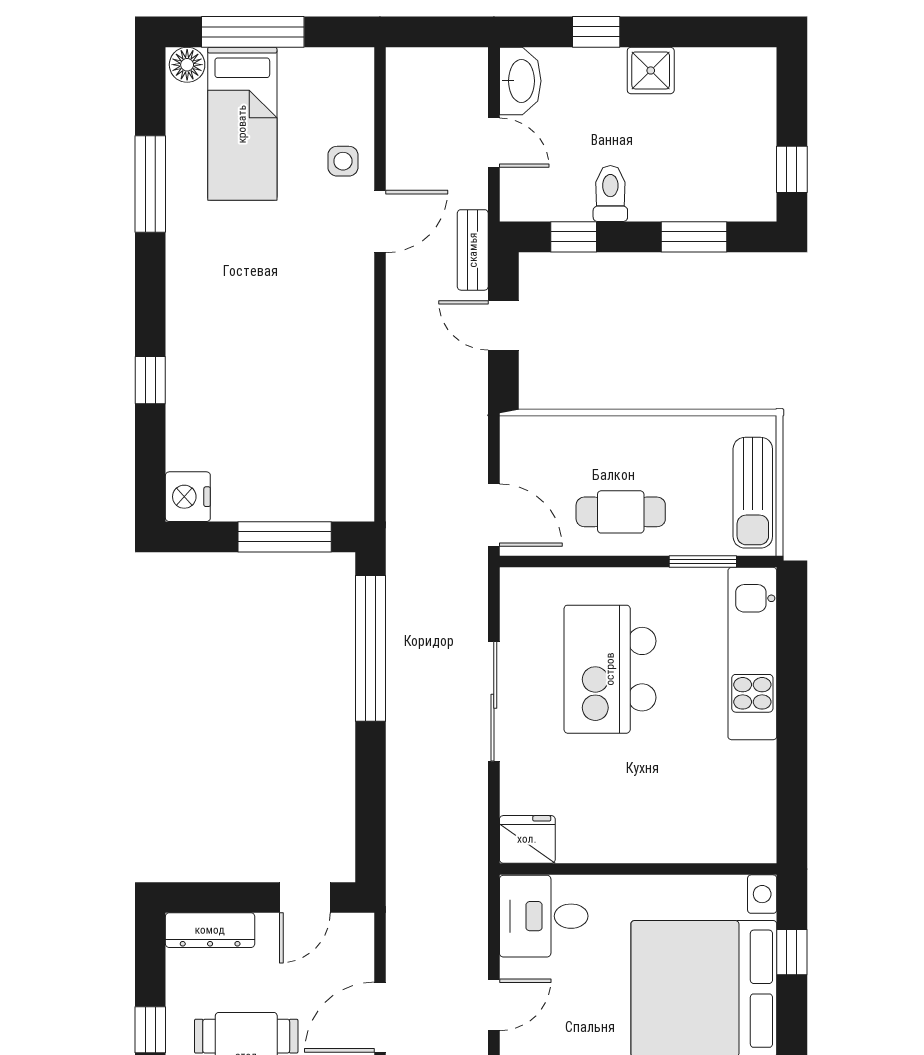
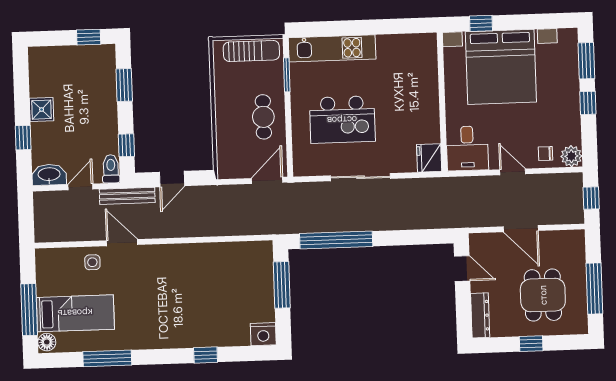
toilet: (610, 193) -> (111, 169), moved, turned 90
bench: (473, 250) -> (127, 196), width x1.36

